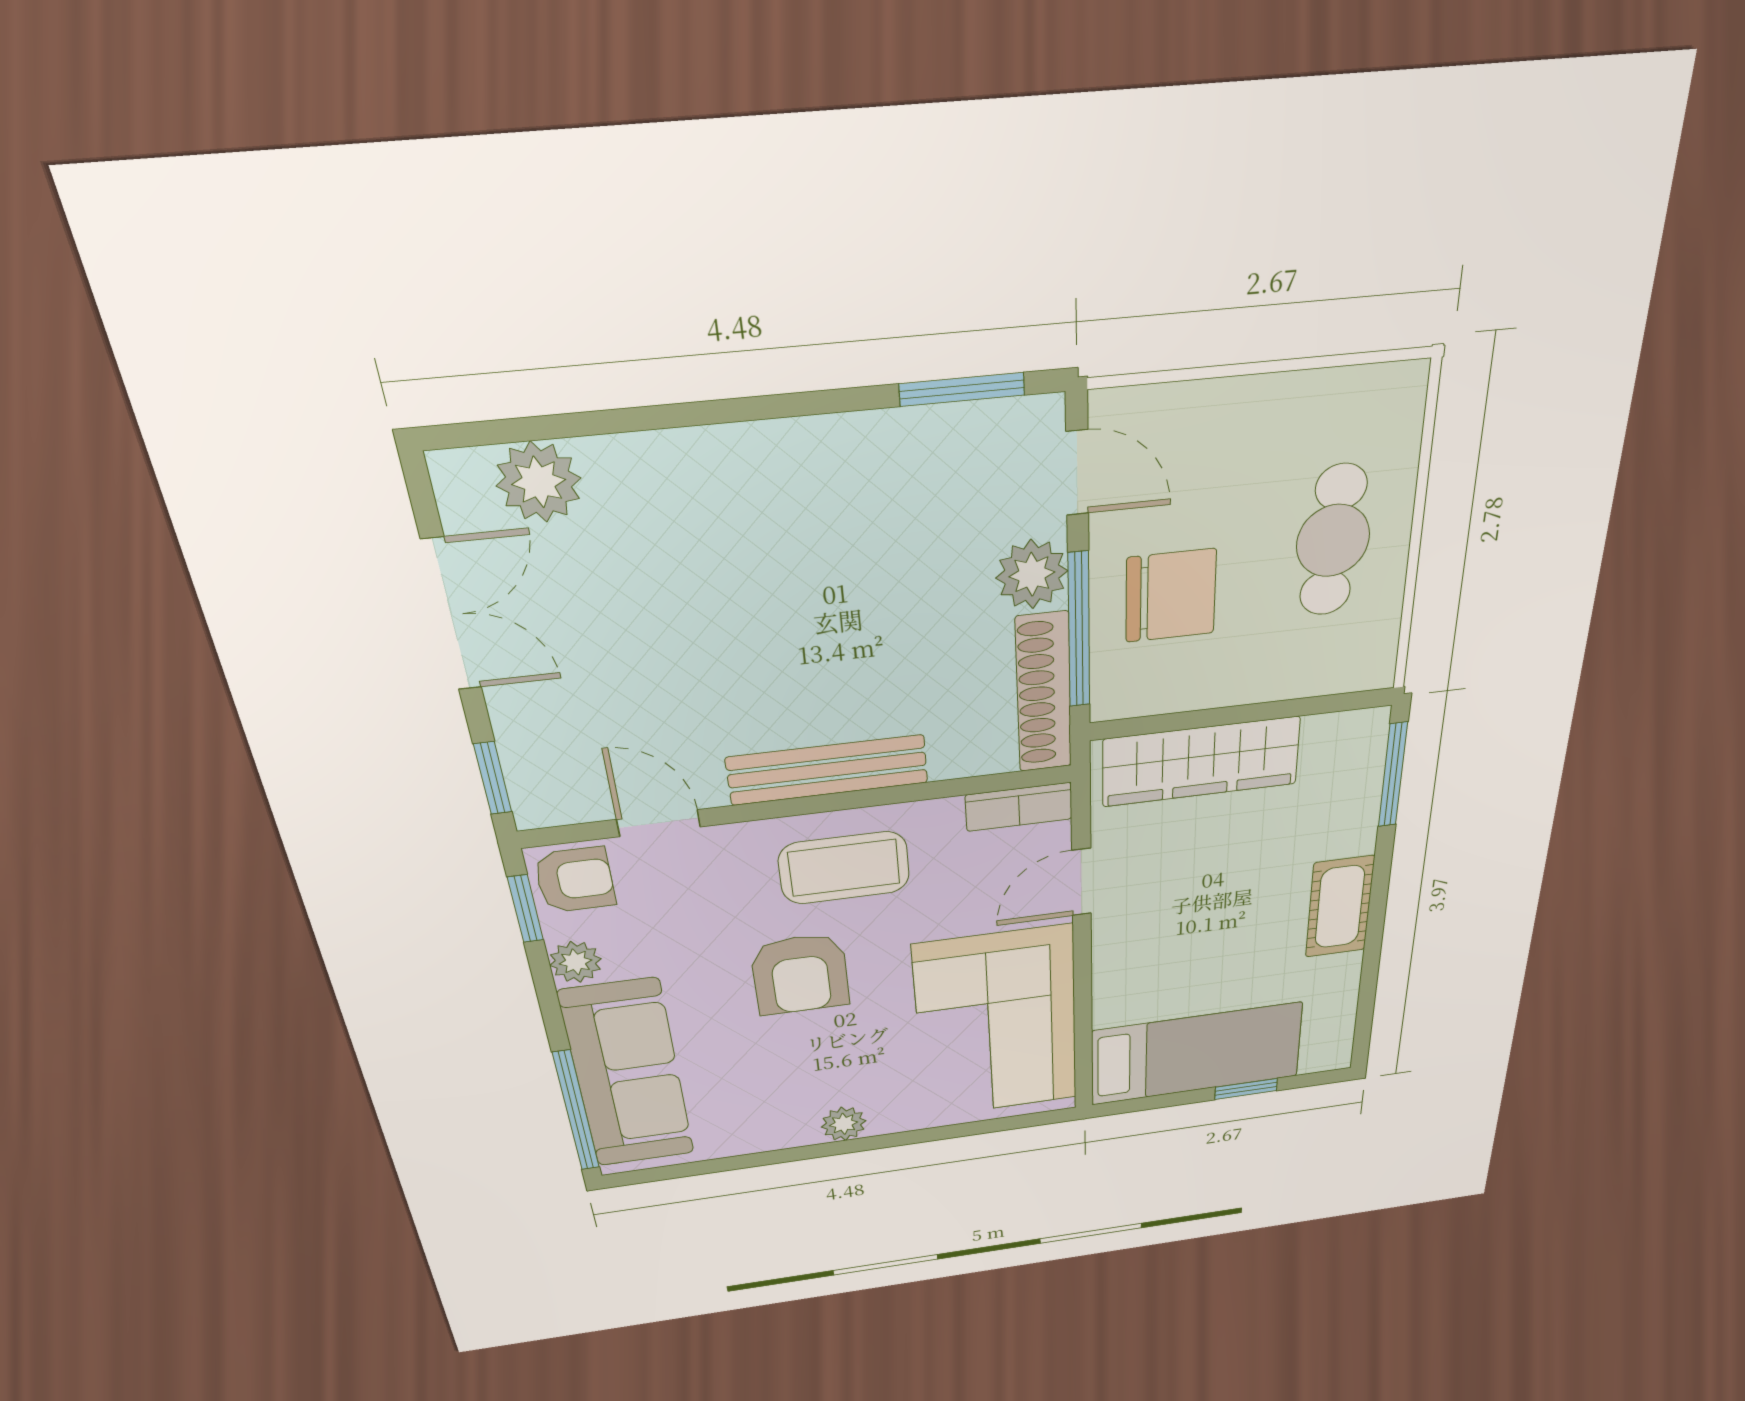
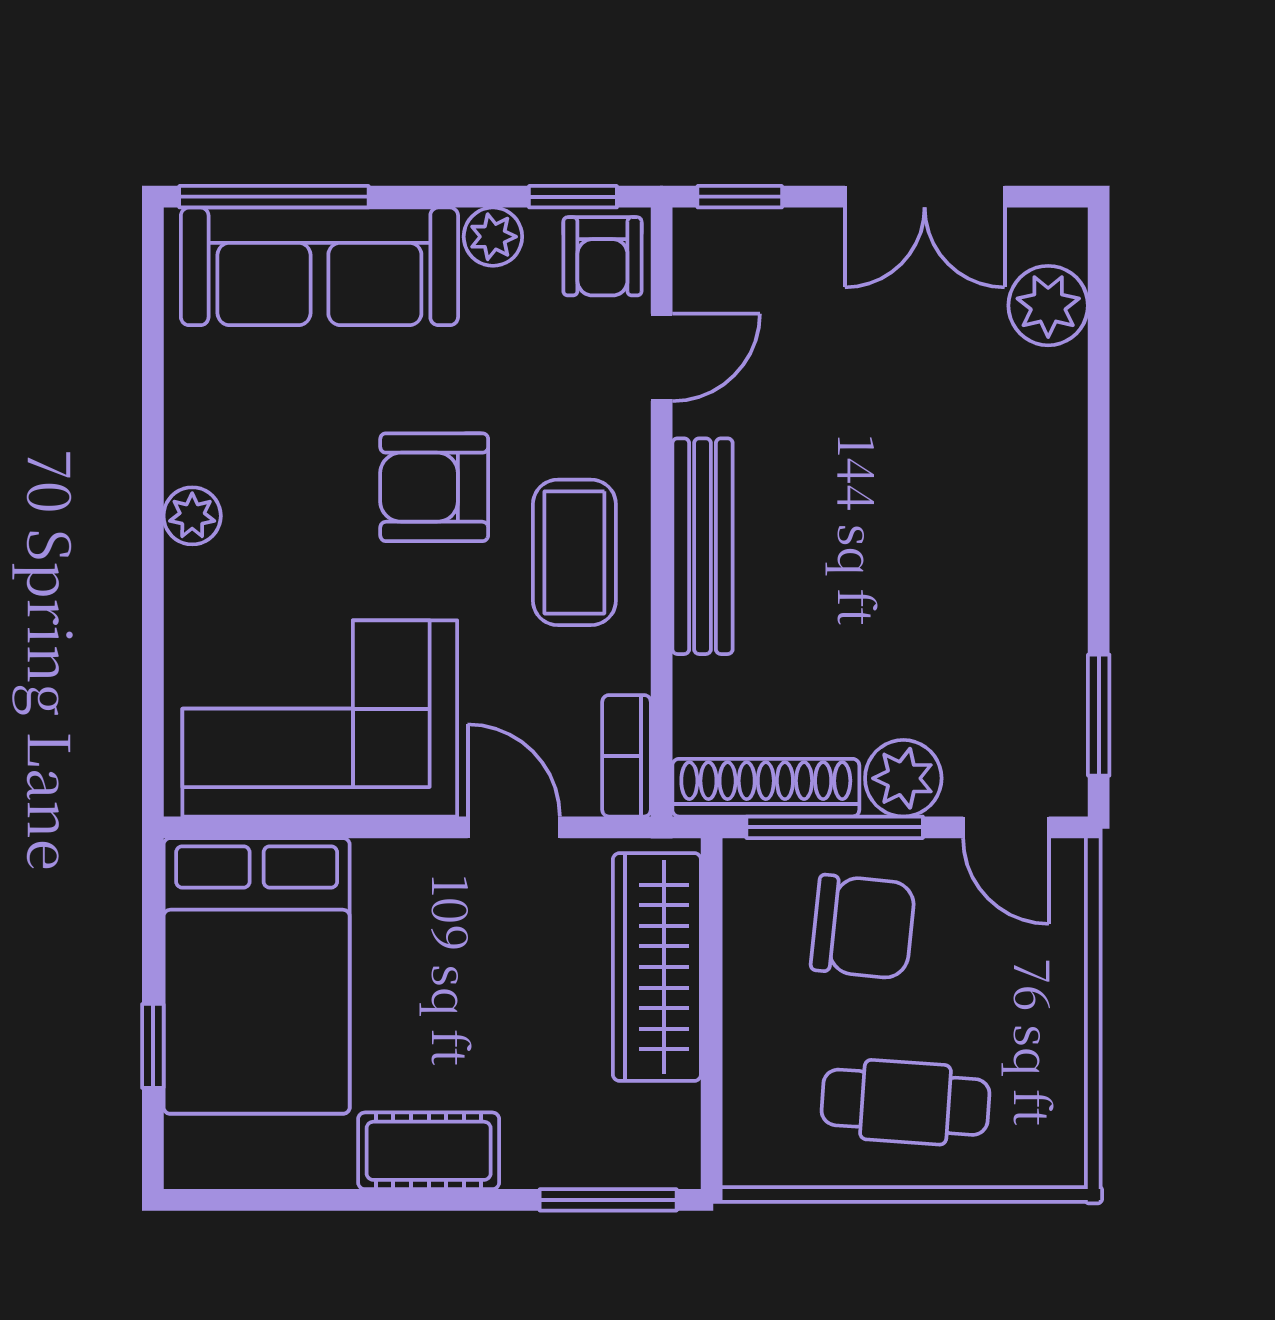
door: (1077, 473) -> (1006, 827), hinge flipped
chair: (1171, 596) -> (863, 927), turned -84
bed: (1196, 1054) -> (257, 976), width x1.50

